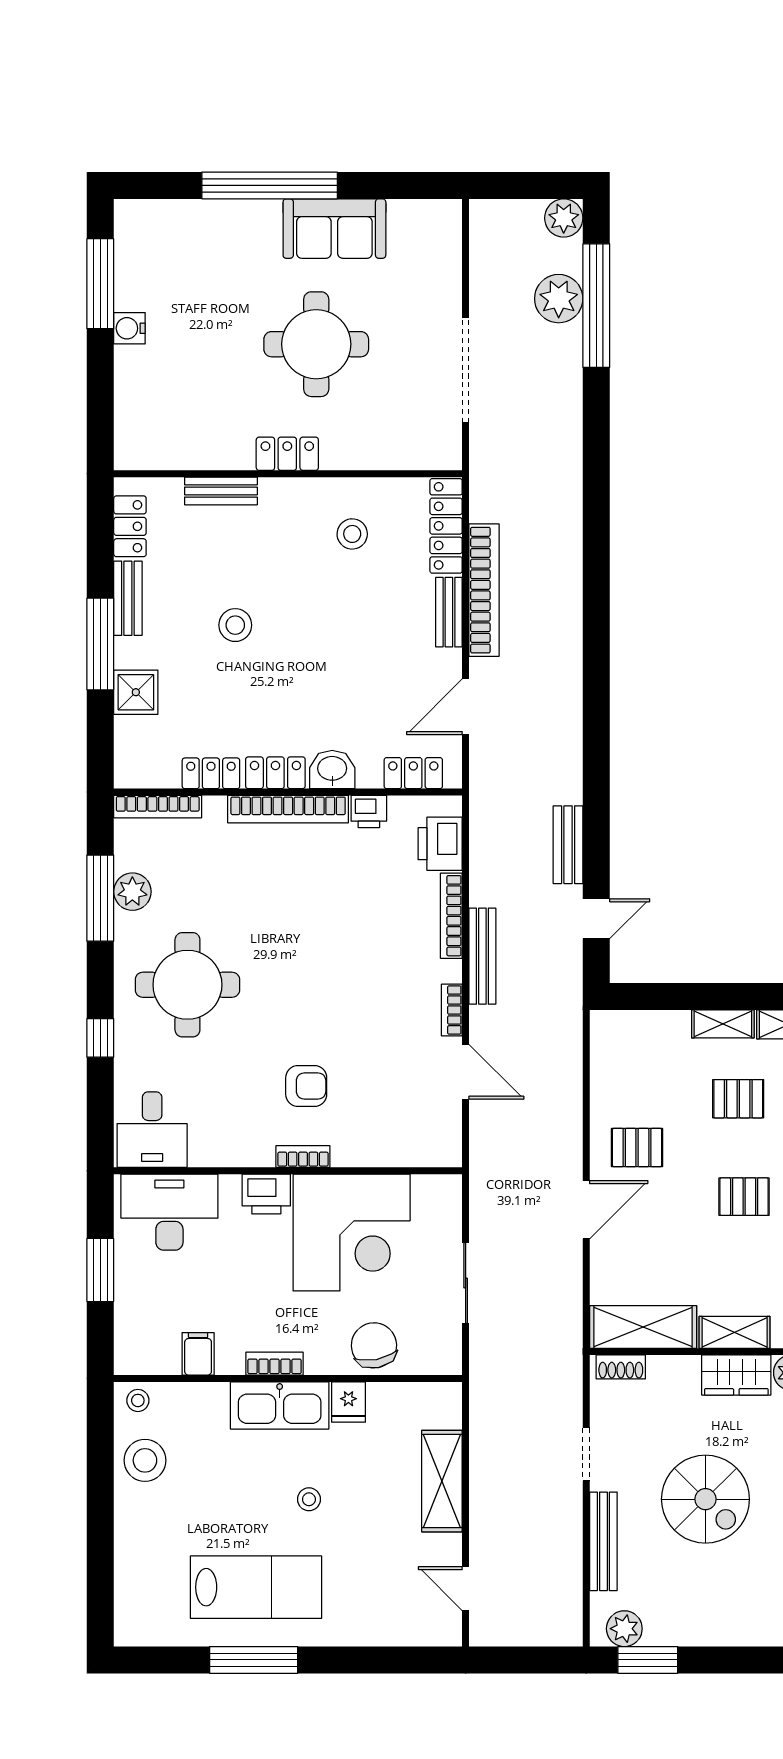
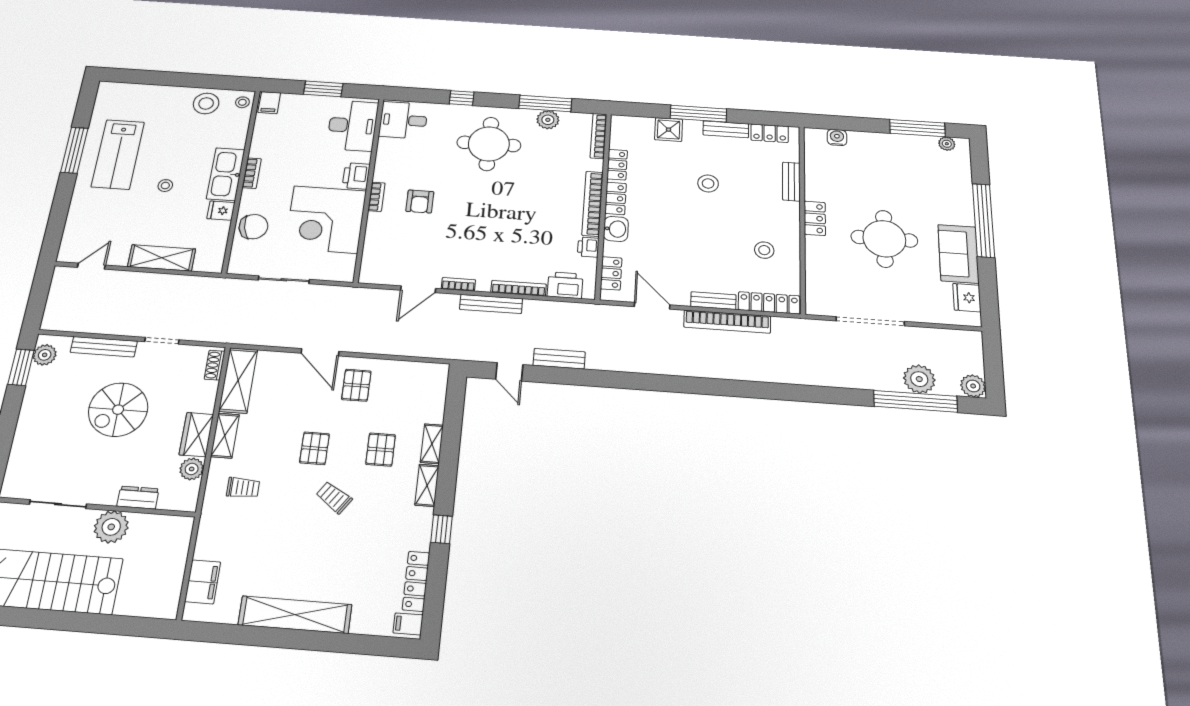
fridge: (412, 219) -> (967, 298), added
plant: (127, 237) -> (947, 144), added
water cooler: (129, 328) -> (837, 137), moved
filing cabinet: (198, 1354) -> (269, 103), moved, turned 90

